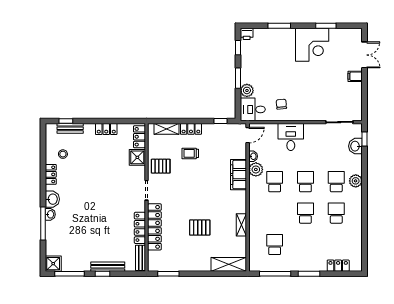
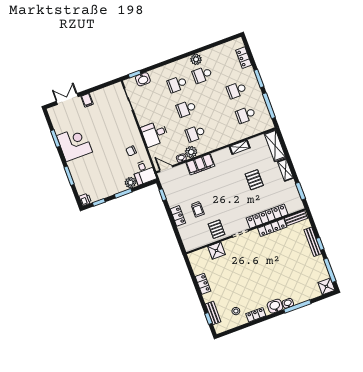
shelving: (167, 129) -> (285, 170), moved
locker: (139, 137) -> (199, 255), removed
plant: (356, 181) -> (196, 59), moved
school desk: (305, 213) -> (236, 90), moved

